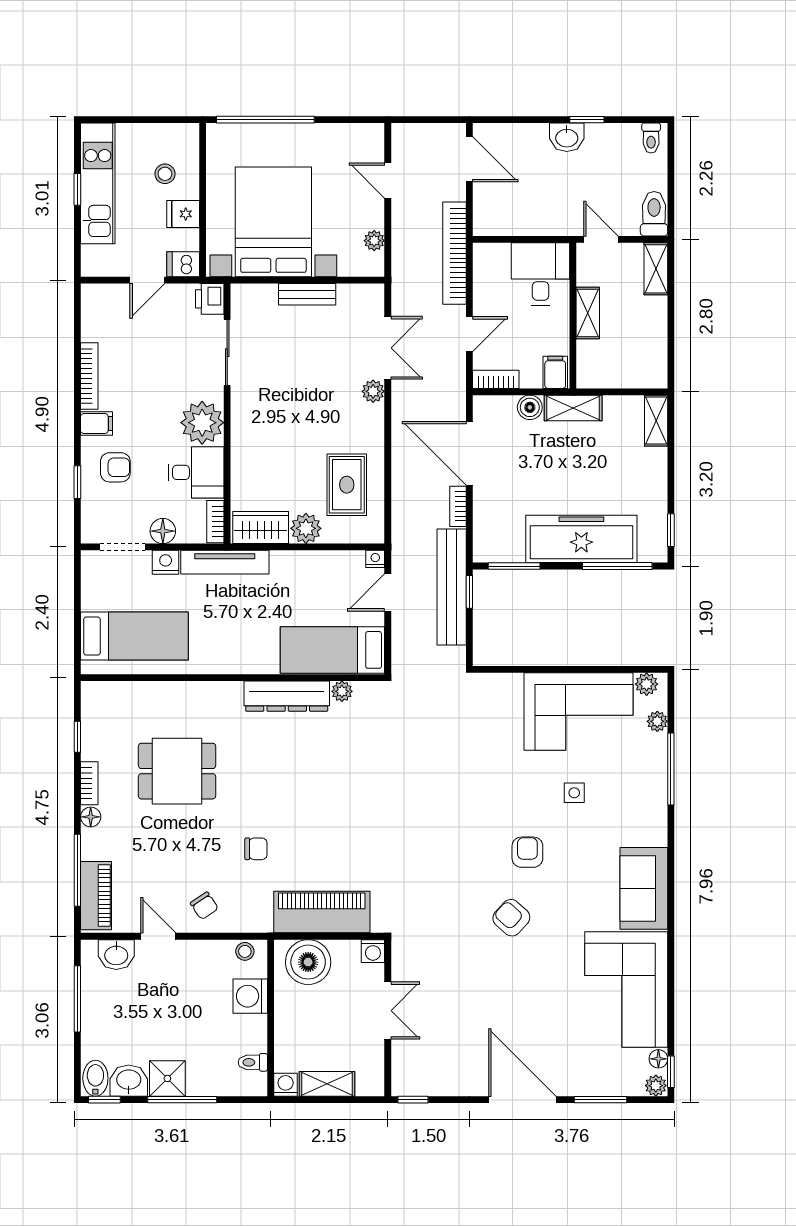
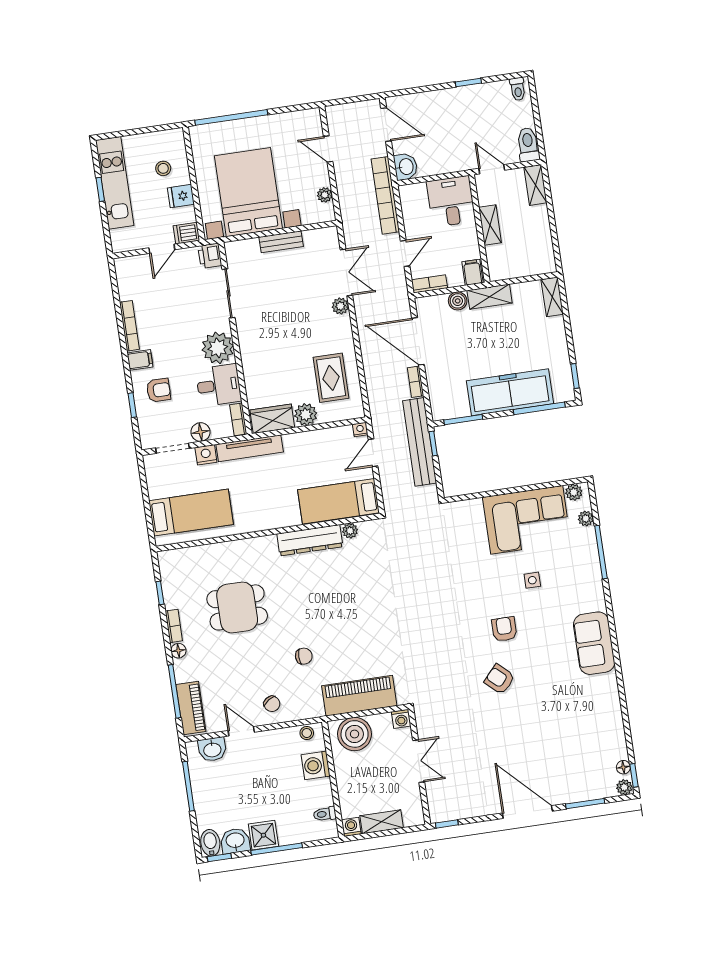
washbasin: (567, 137) -> (406, 167), moved, turned -90
corner sofa: (626, 990) -> (592, 720), removed

